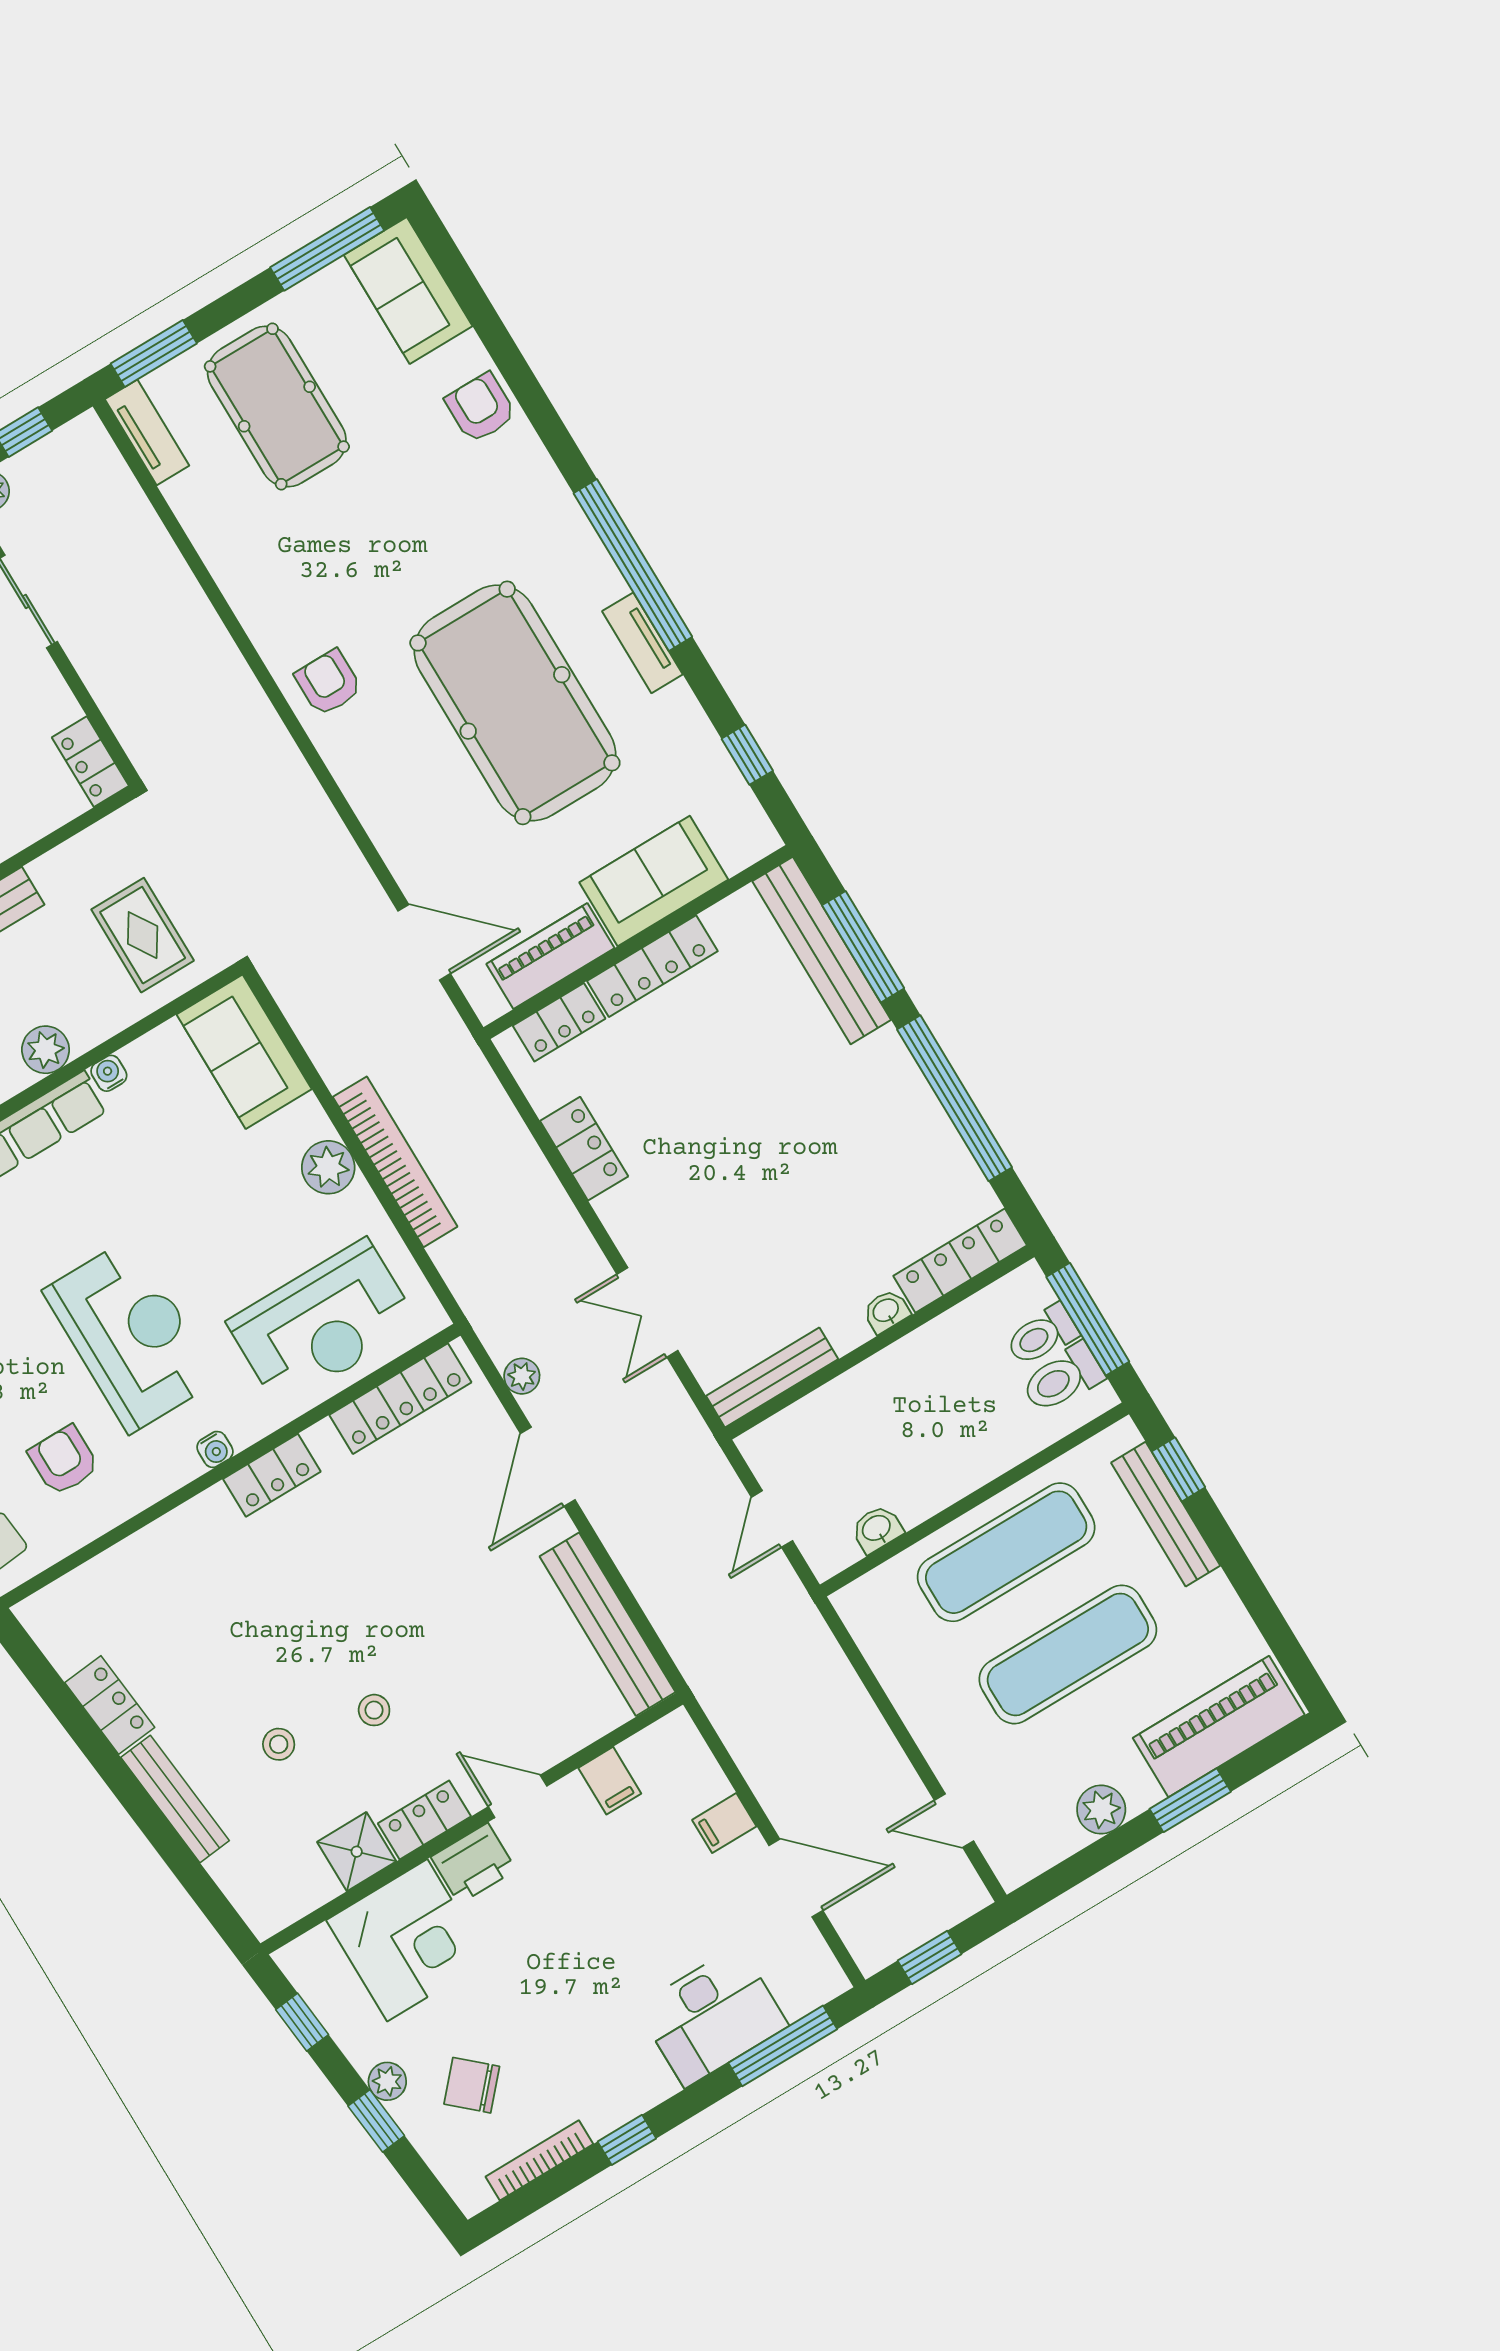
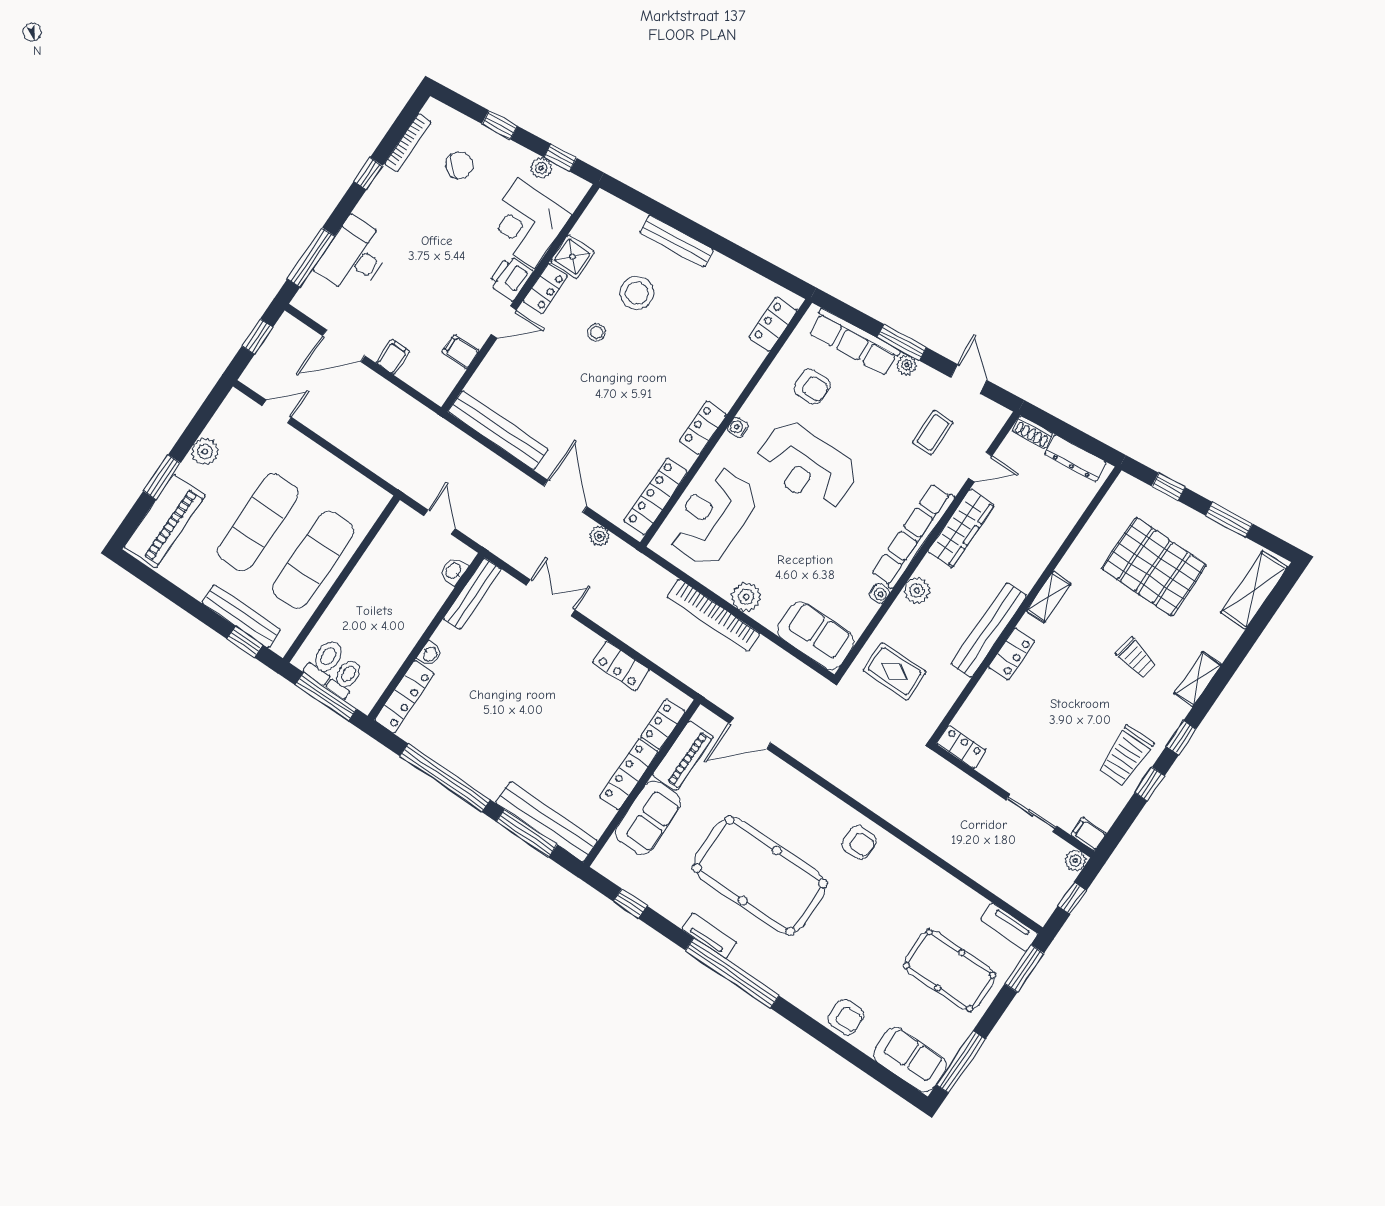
washbasin: (877, 1529) -> (454, 571), moved, turned 180
locker: (110, 1705) -> (773, 324), moved, turned 96
stool: (279, 1744) -> (637, 293), width x1.89, depth x1.89
plant: (387, 2081) -> (541, 168), moved

